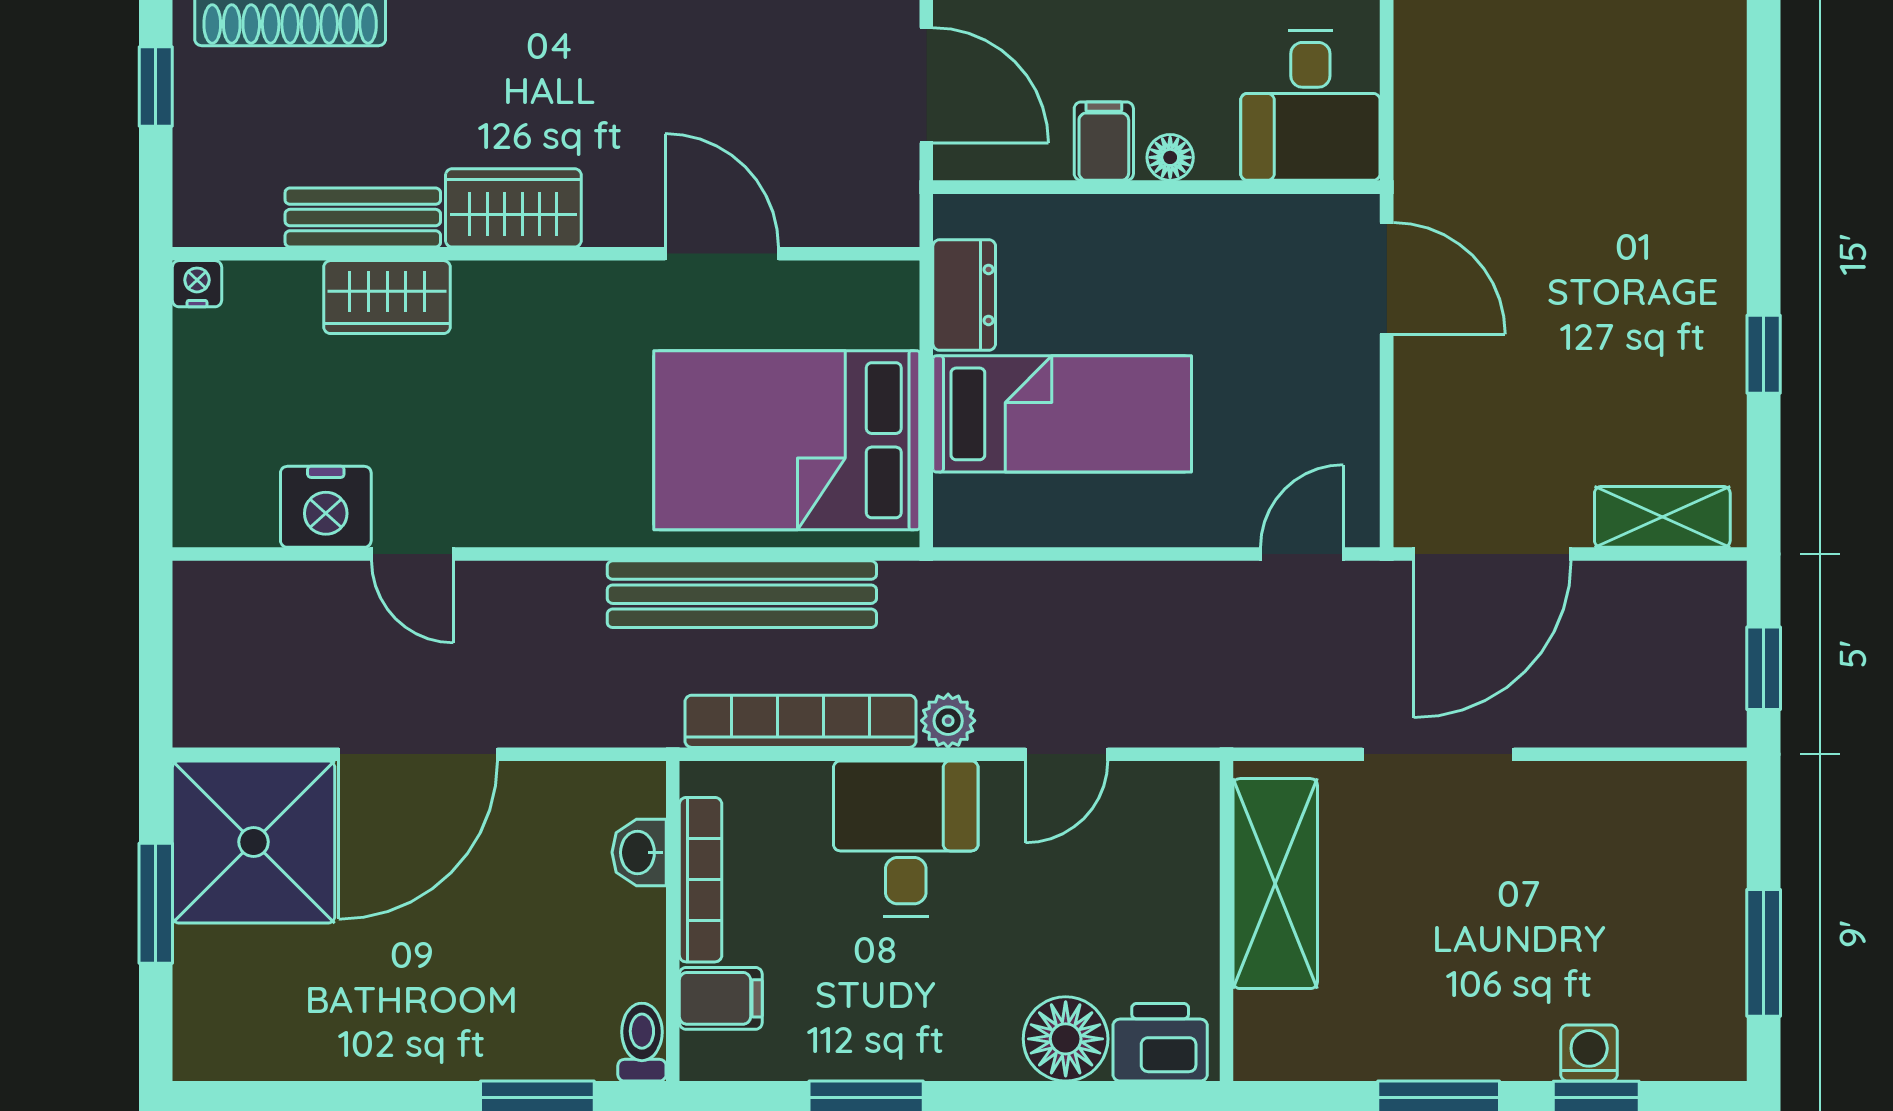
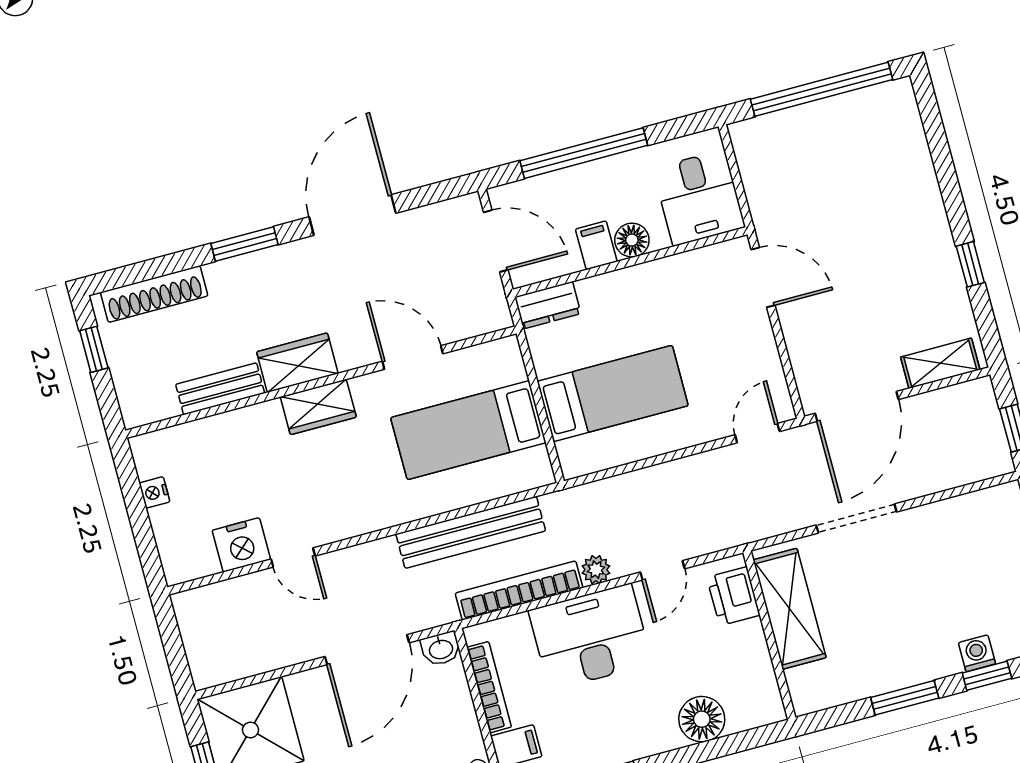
floor lamp: (1170, 157) -> (632, 240), width x1.37, depth x1.37
nightstand: (197, 284) -> (154, 492), moved, turned -90
dresser: (964, 295) -> (548, 305), moved, turned 90
wardrobe: (387, 297) -> (318, 407), moved
bed: (787, 440) -> (468, 430), width x0.67
door: (418, 754) -> (367, 650), moved
desk: (906, 839) -> (590, 637), width x1.37
washbasin: (639, 852) -> (441, 649), moved, turned -90
printer: (1160, 1042) -> (733, 596), moved, turned -90

